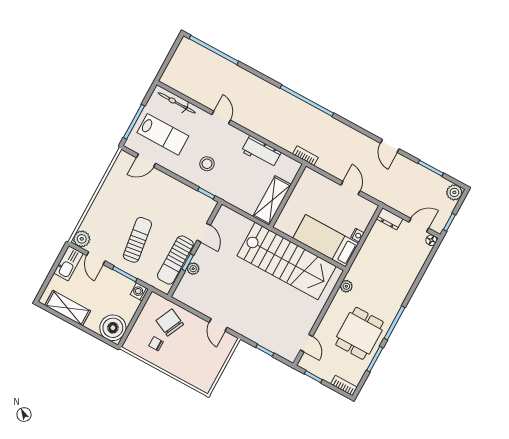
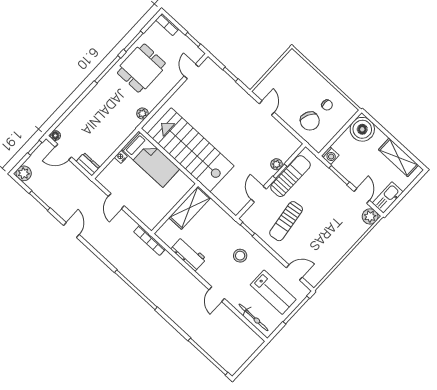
lab bench: (163, 134) -> (273, 292), turned 180
bookcase: (305, 156) -> (150, 240), width x1.56
sun lounger: (137, 240) -> (286, 221), moved

